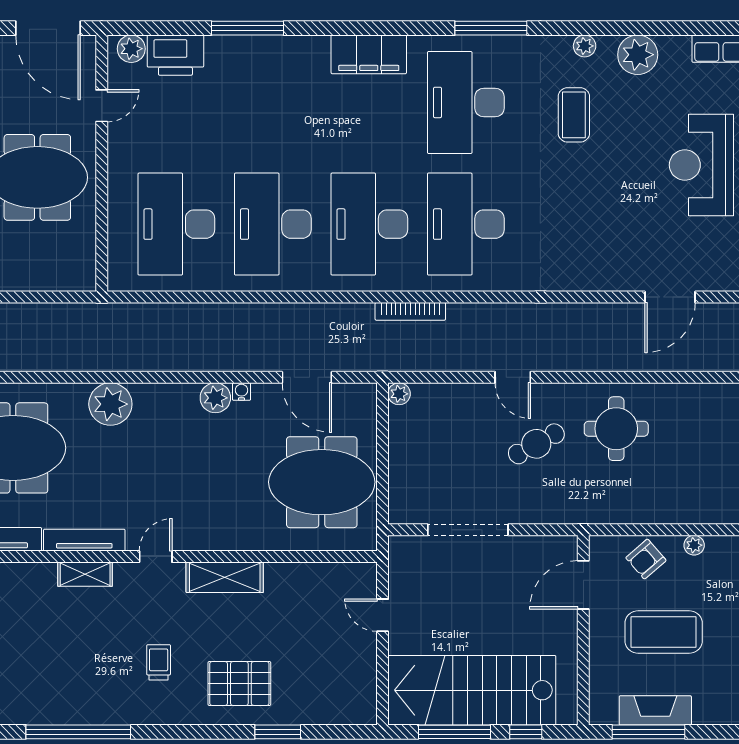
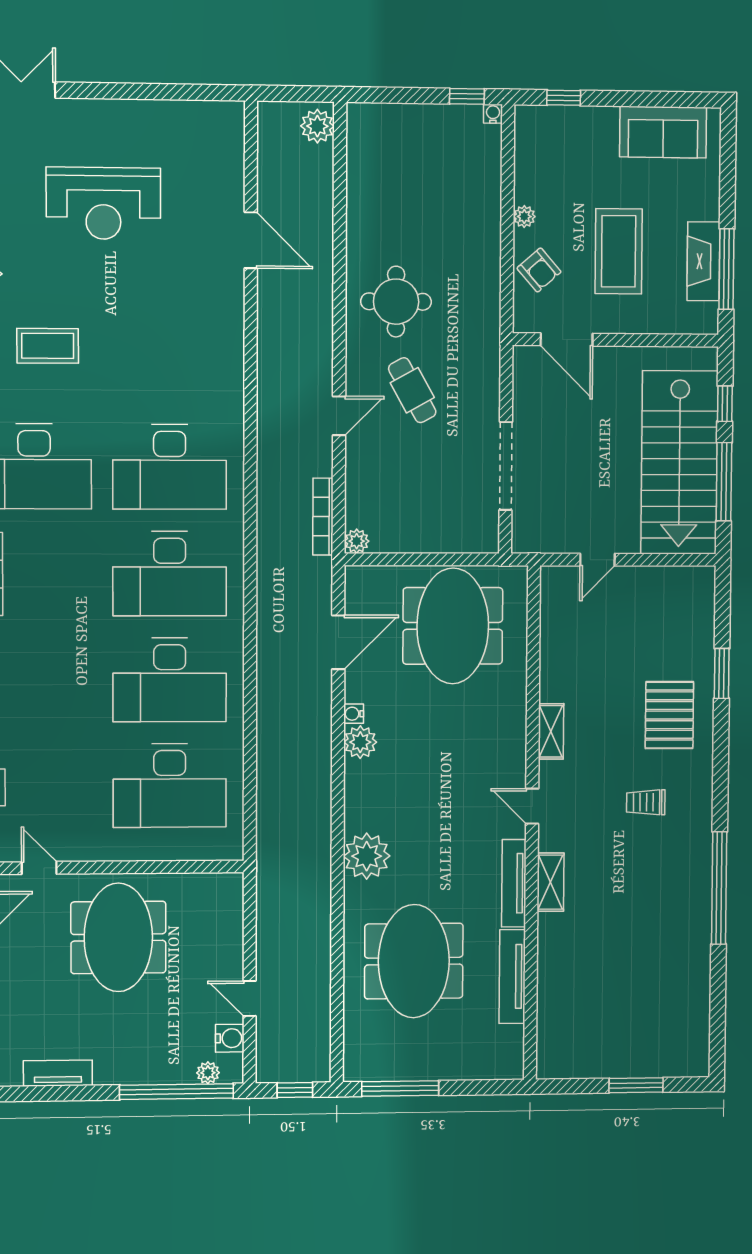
bookcase: (410, 311) -> (323, 517), moved, turned 180
shelving: (225, 577) -> (551, 731), width x0.67, depth x0.75

